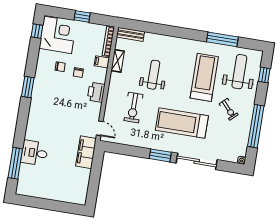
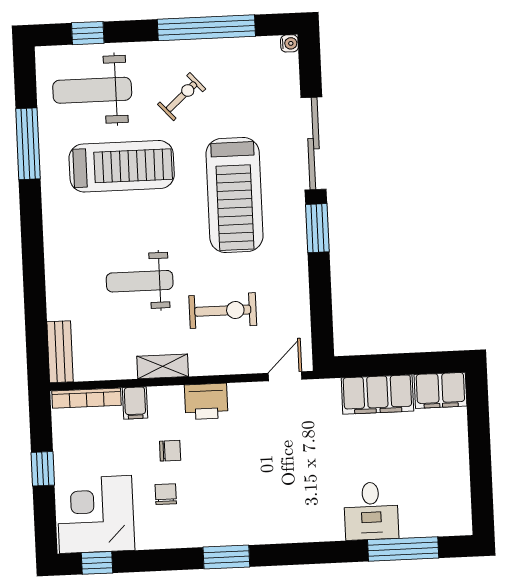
shelving: (118, 61) -> (163, 366), moved
treadmill: (204, 77) -> (122, 166), turned 180
filing cabinet: (86, 152) -> (377, 395), moved
filing cabinet: (80, 193) -> (440, 390), added

